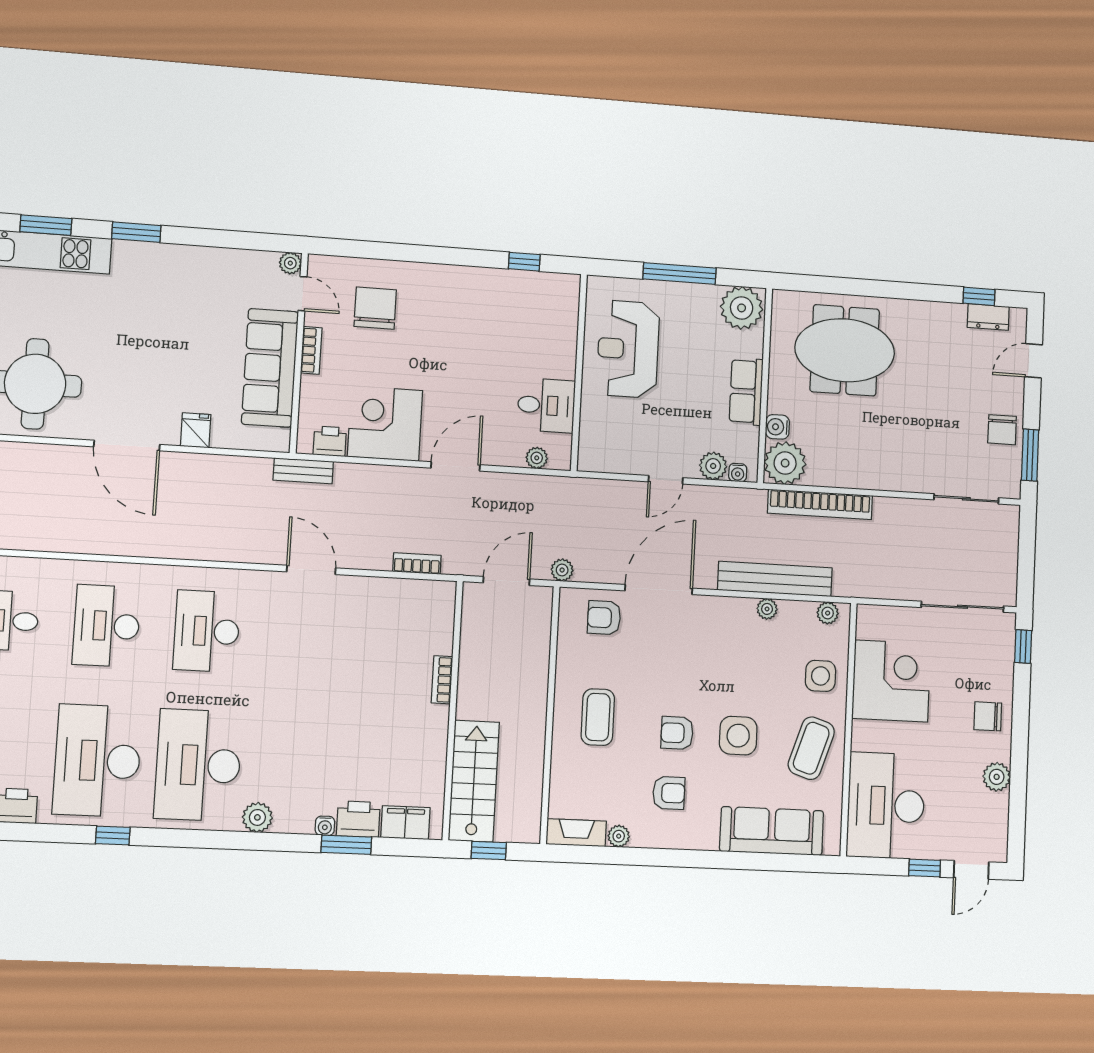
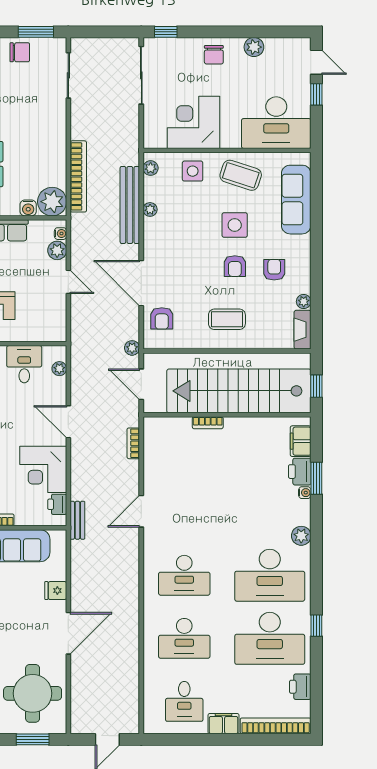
stairs: (474, 781) -> (239, 391), width x1.86, depth x1.51

